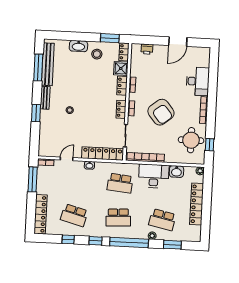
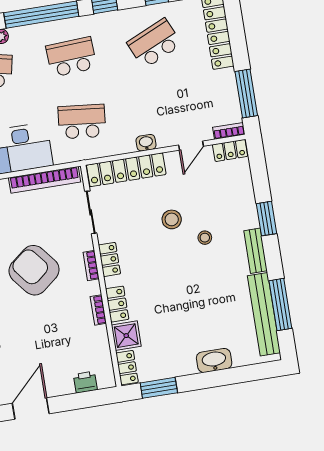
stool: (97, 54) -> (172, 219), moved
locker: (47, 152) -> (230, 150), added
school desk: (74, 215) -> (154, 43), turned -39

